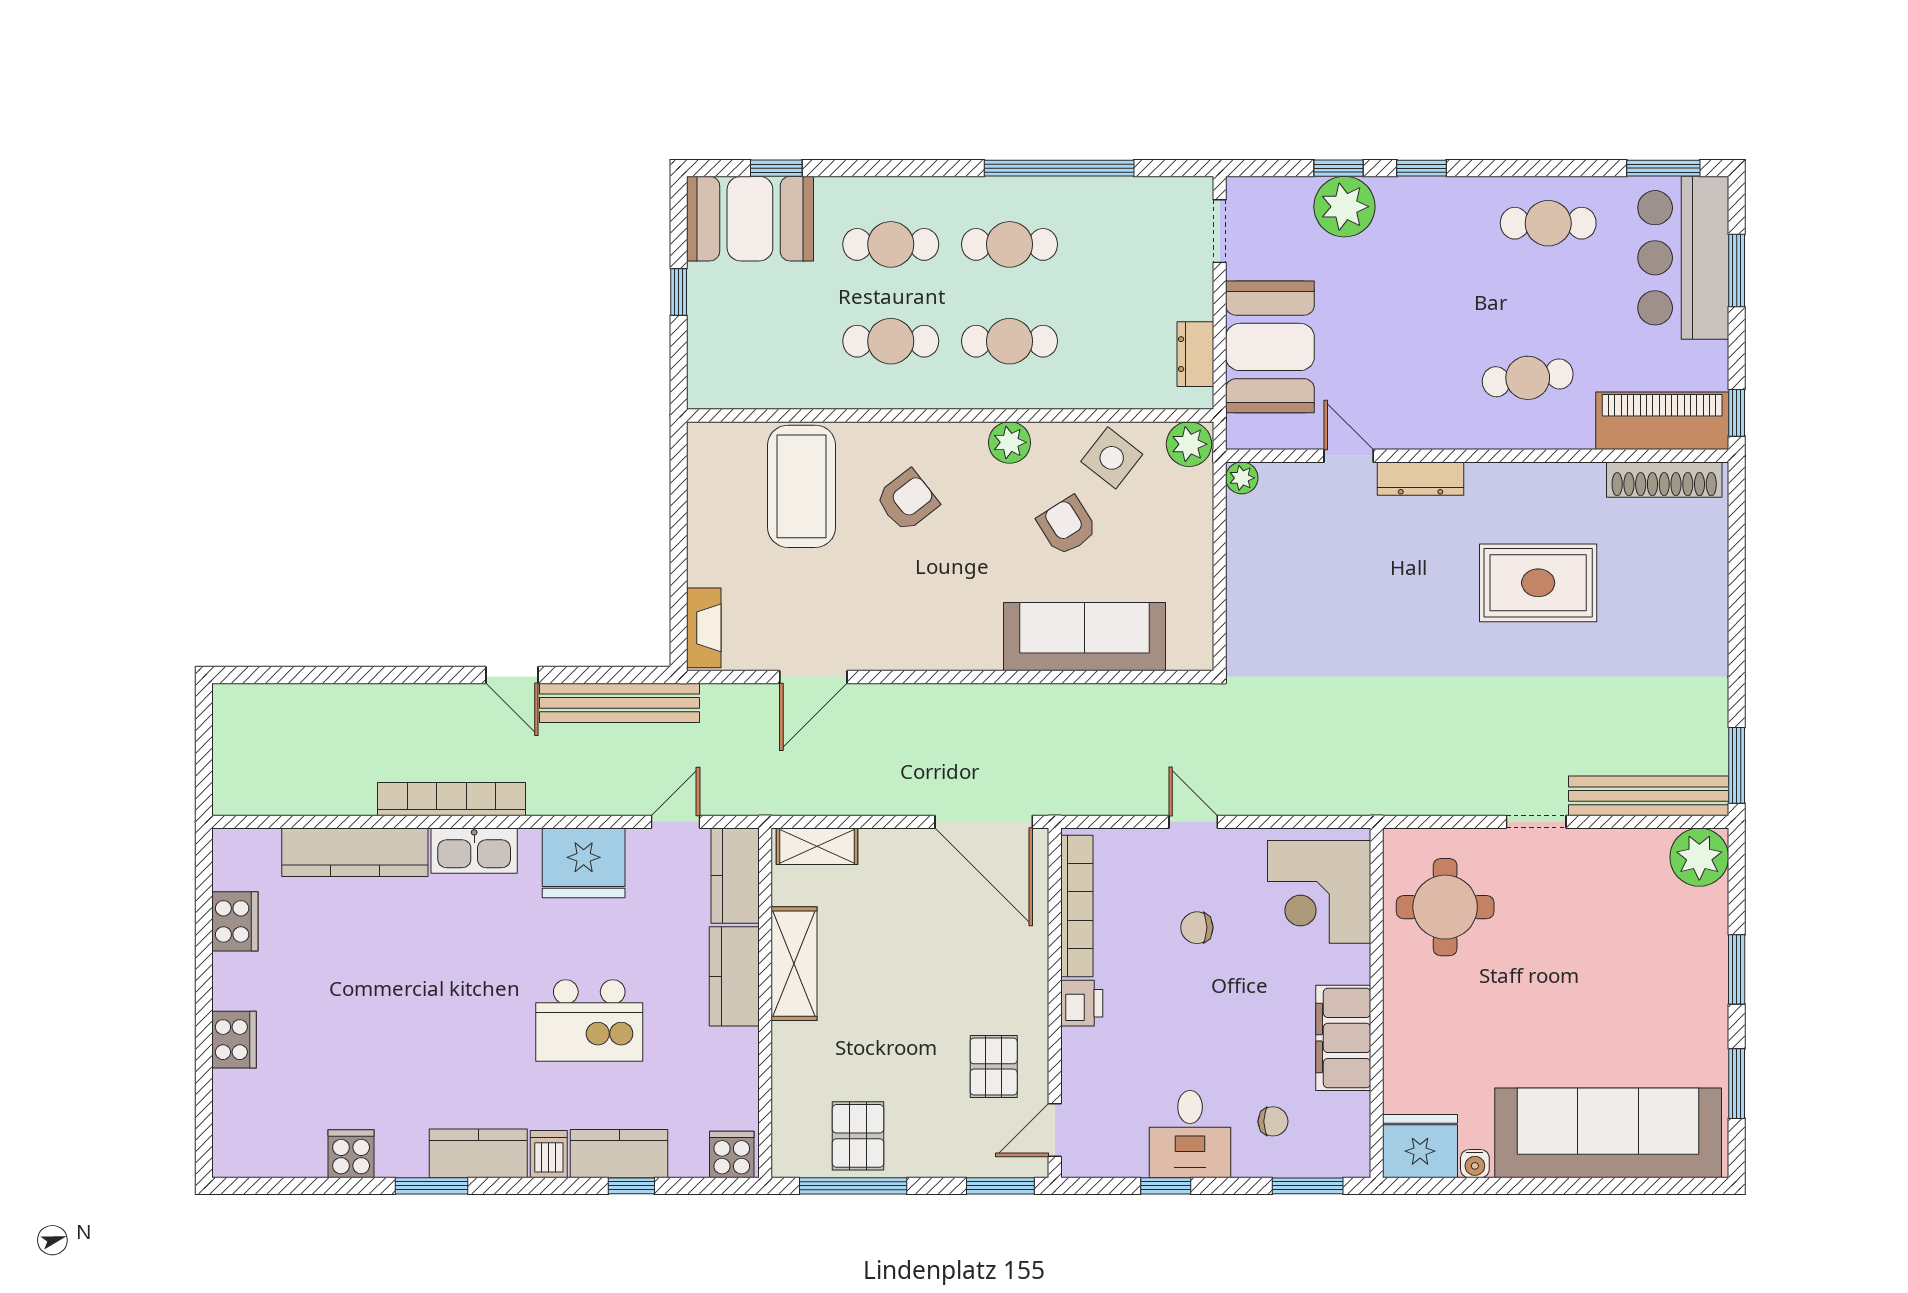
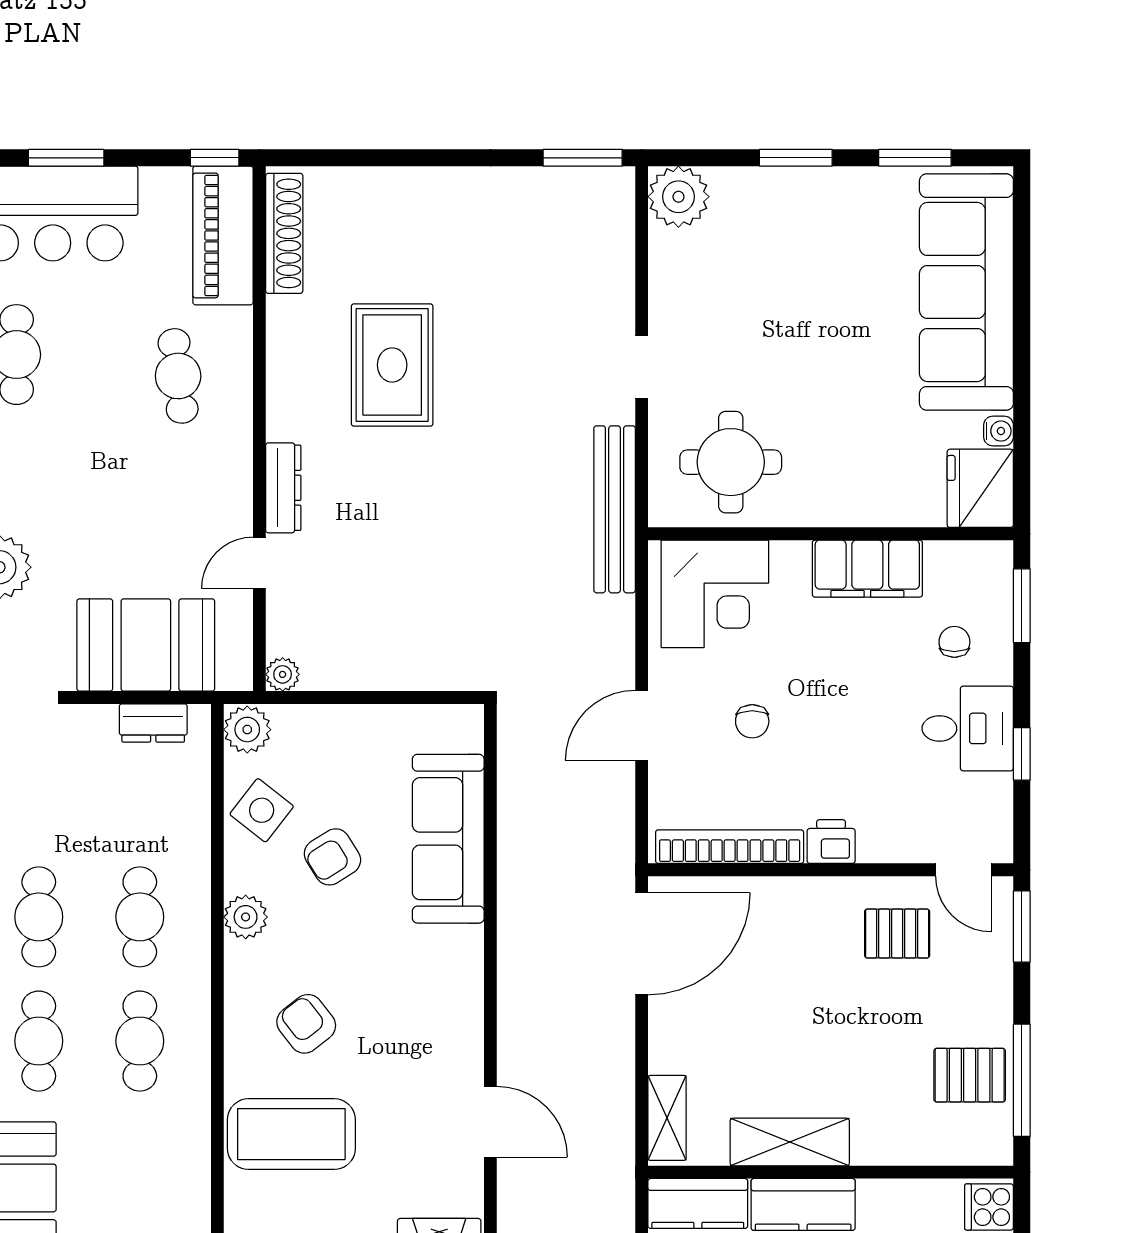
bench: (1649, 796) -> (615, 509), moved
door: (1193, 822) -> (642, 725), width x1.38

